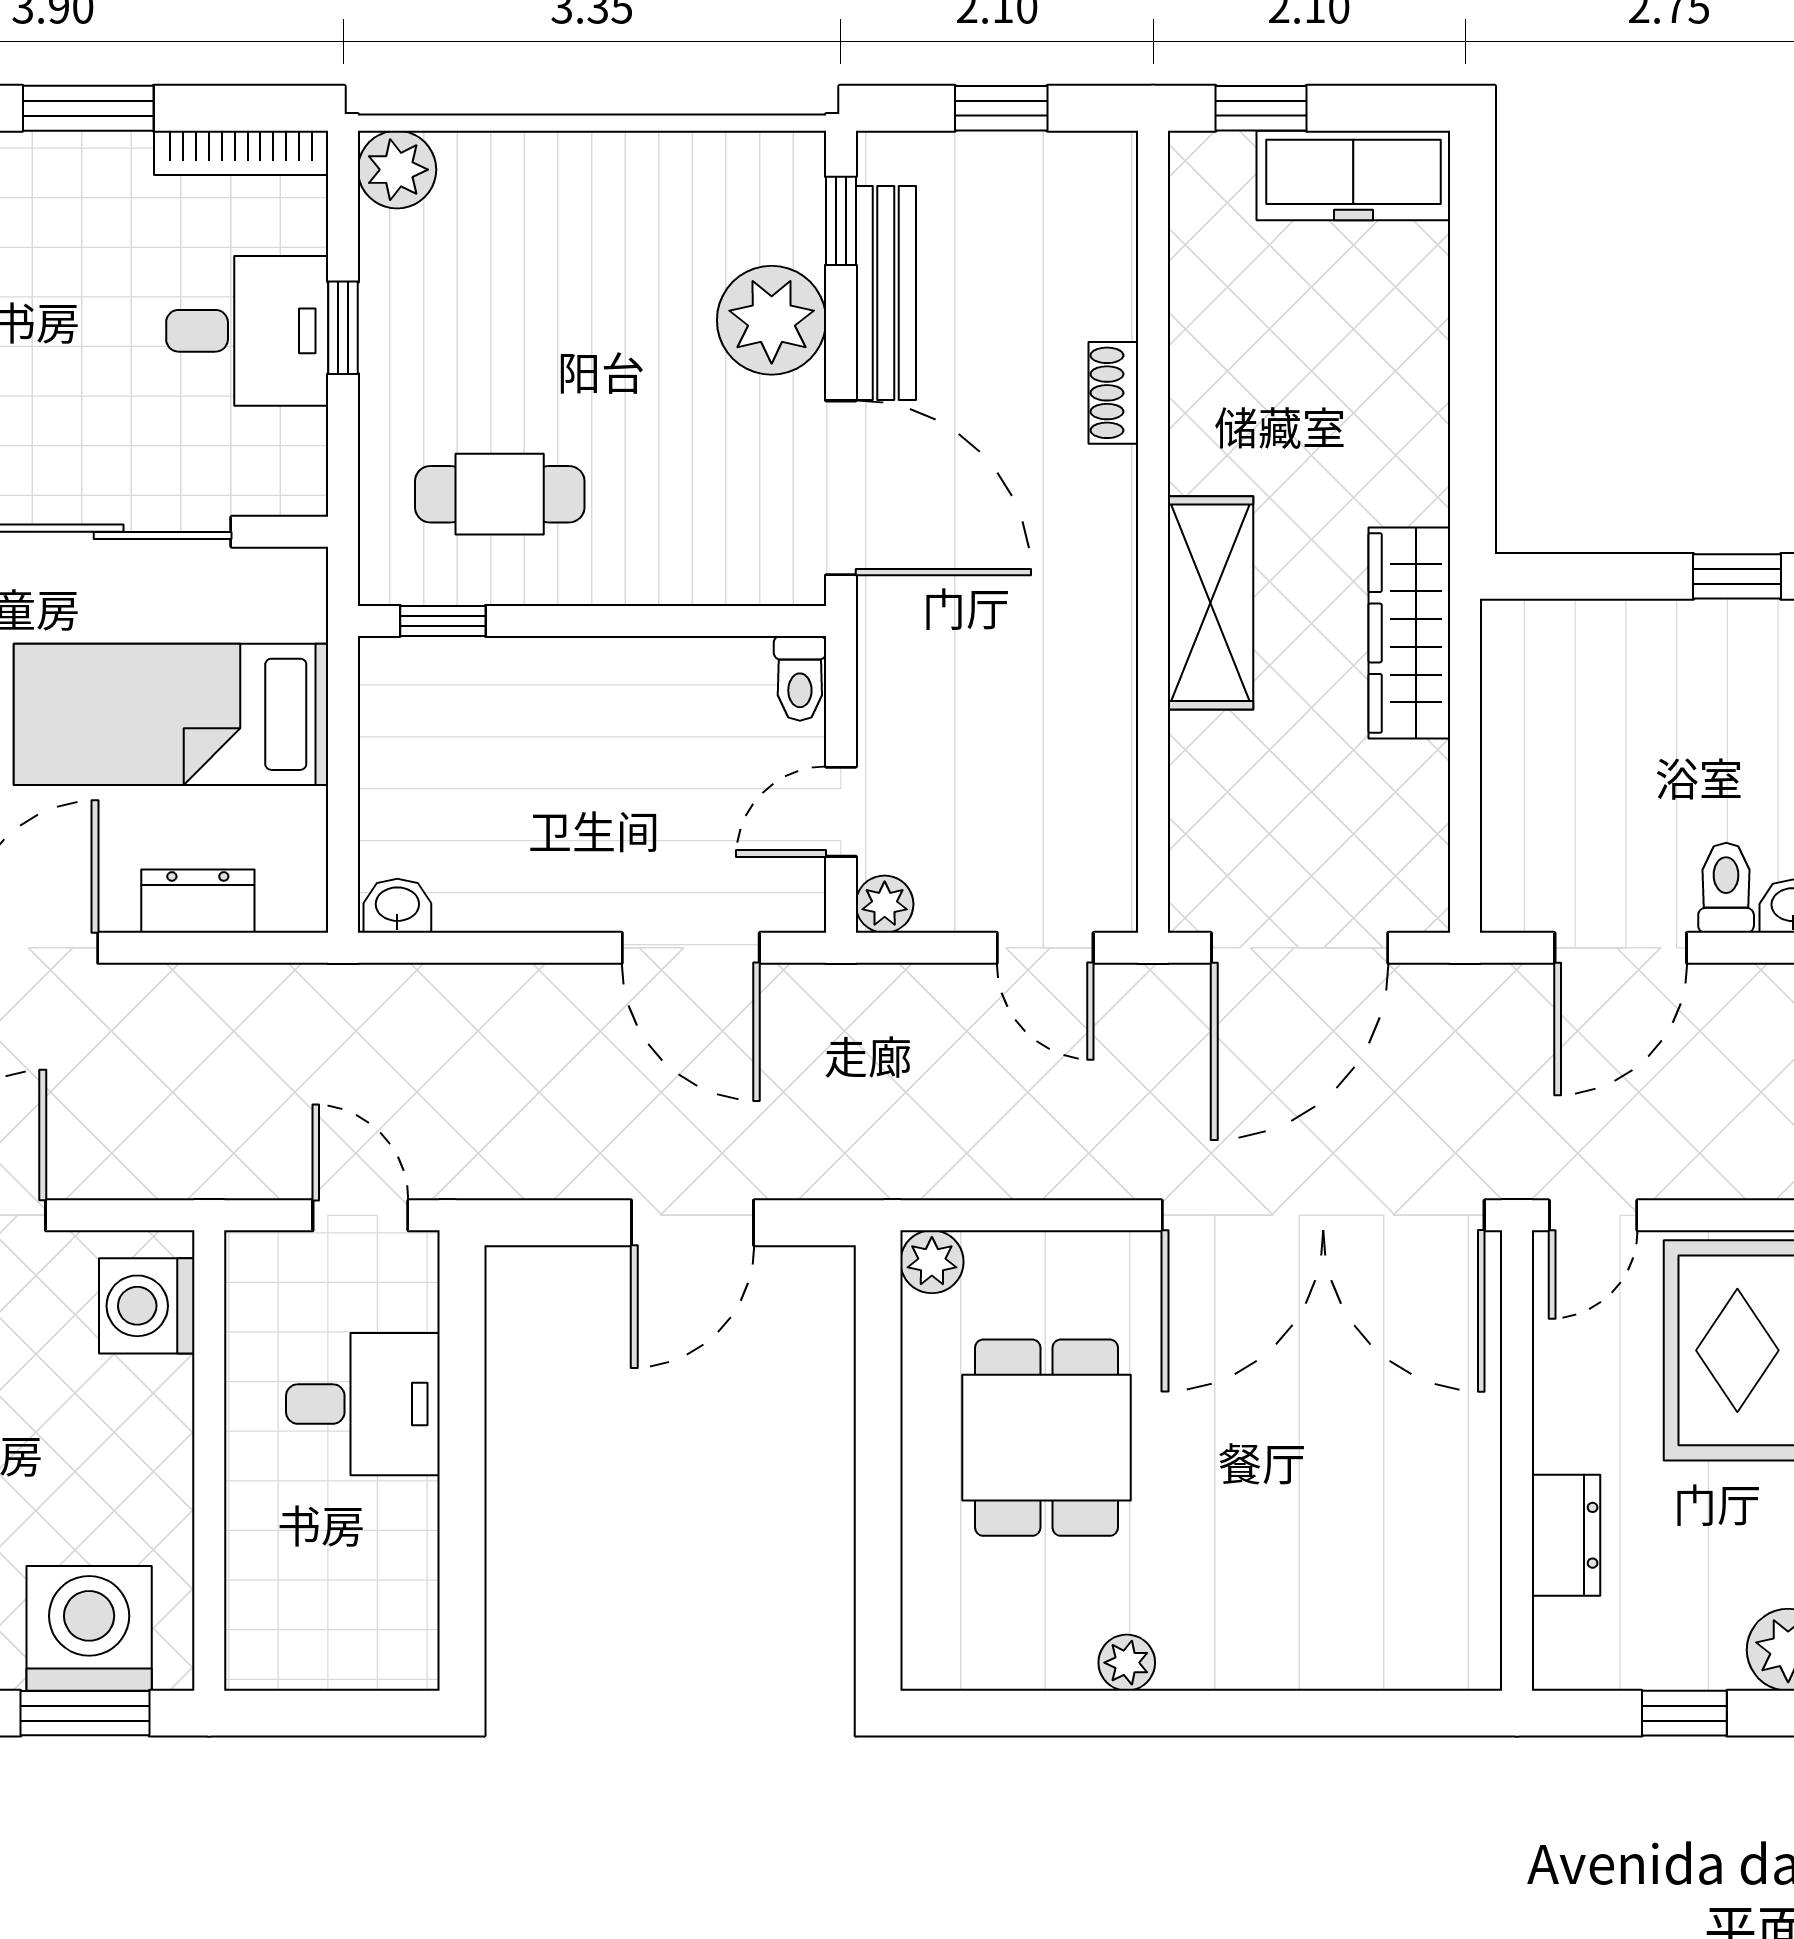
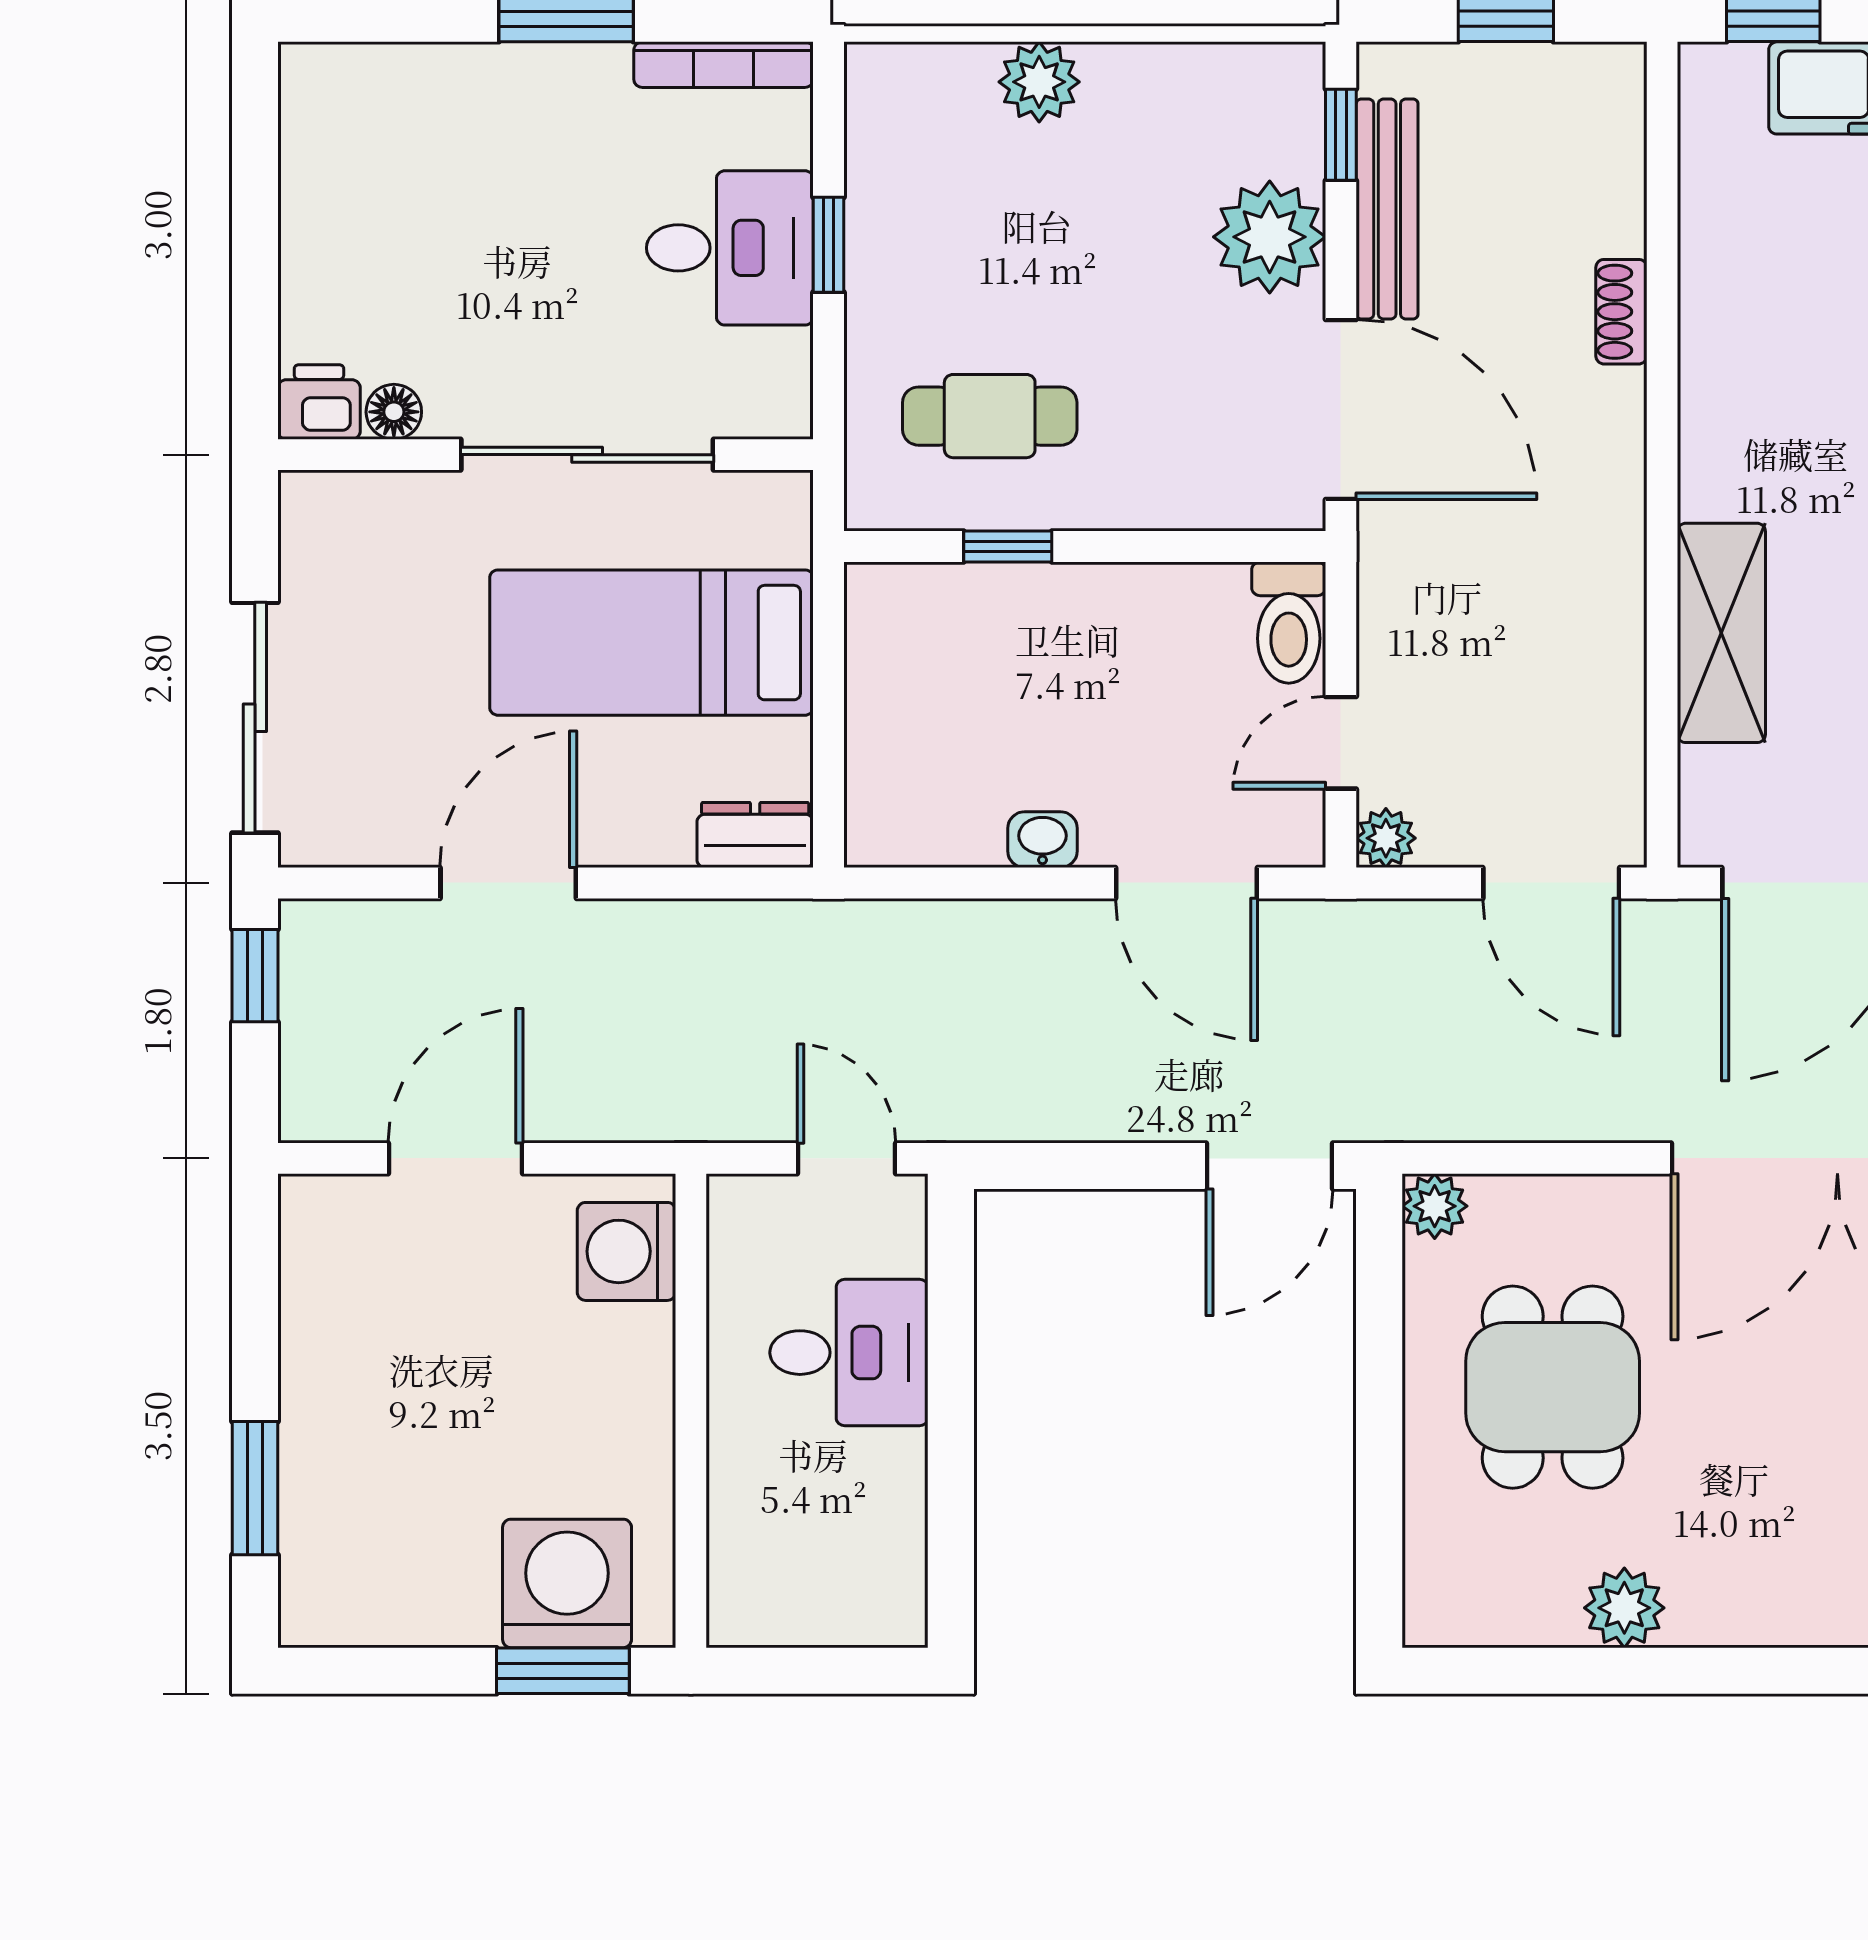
plant: (397, 170) -> (1039, 82), moved
shelving: (1211, 603) -> (1721, 633), moved
window: (443, 621) -> (1008, 546), moved
toilet: (800, 678) -> (1289, 623), width x1.37, depth x1.39
dresser: (198, 901) -> (755, 835), moved
washbasin: (397, 906) -> (1043, 840), moved
door: (1045, 948) -> (1551, 883), width x1.38
door: (692, 1223) -> (1269, 1166), moved
plant: (1127, 1663) -> (1624, 1608), width x1.38, depth x1.38

